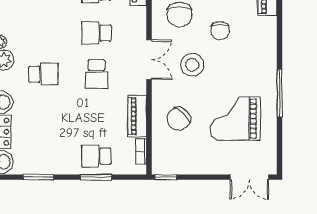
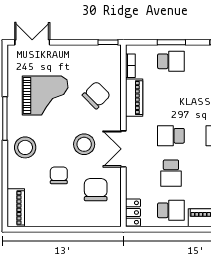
school desk: (97, 33) -> (171, 173), turned 90
stool: (257, 61) -> (25, 147), added
school desk: (97, 74) -> (171, 136), turned -90

